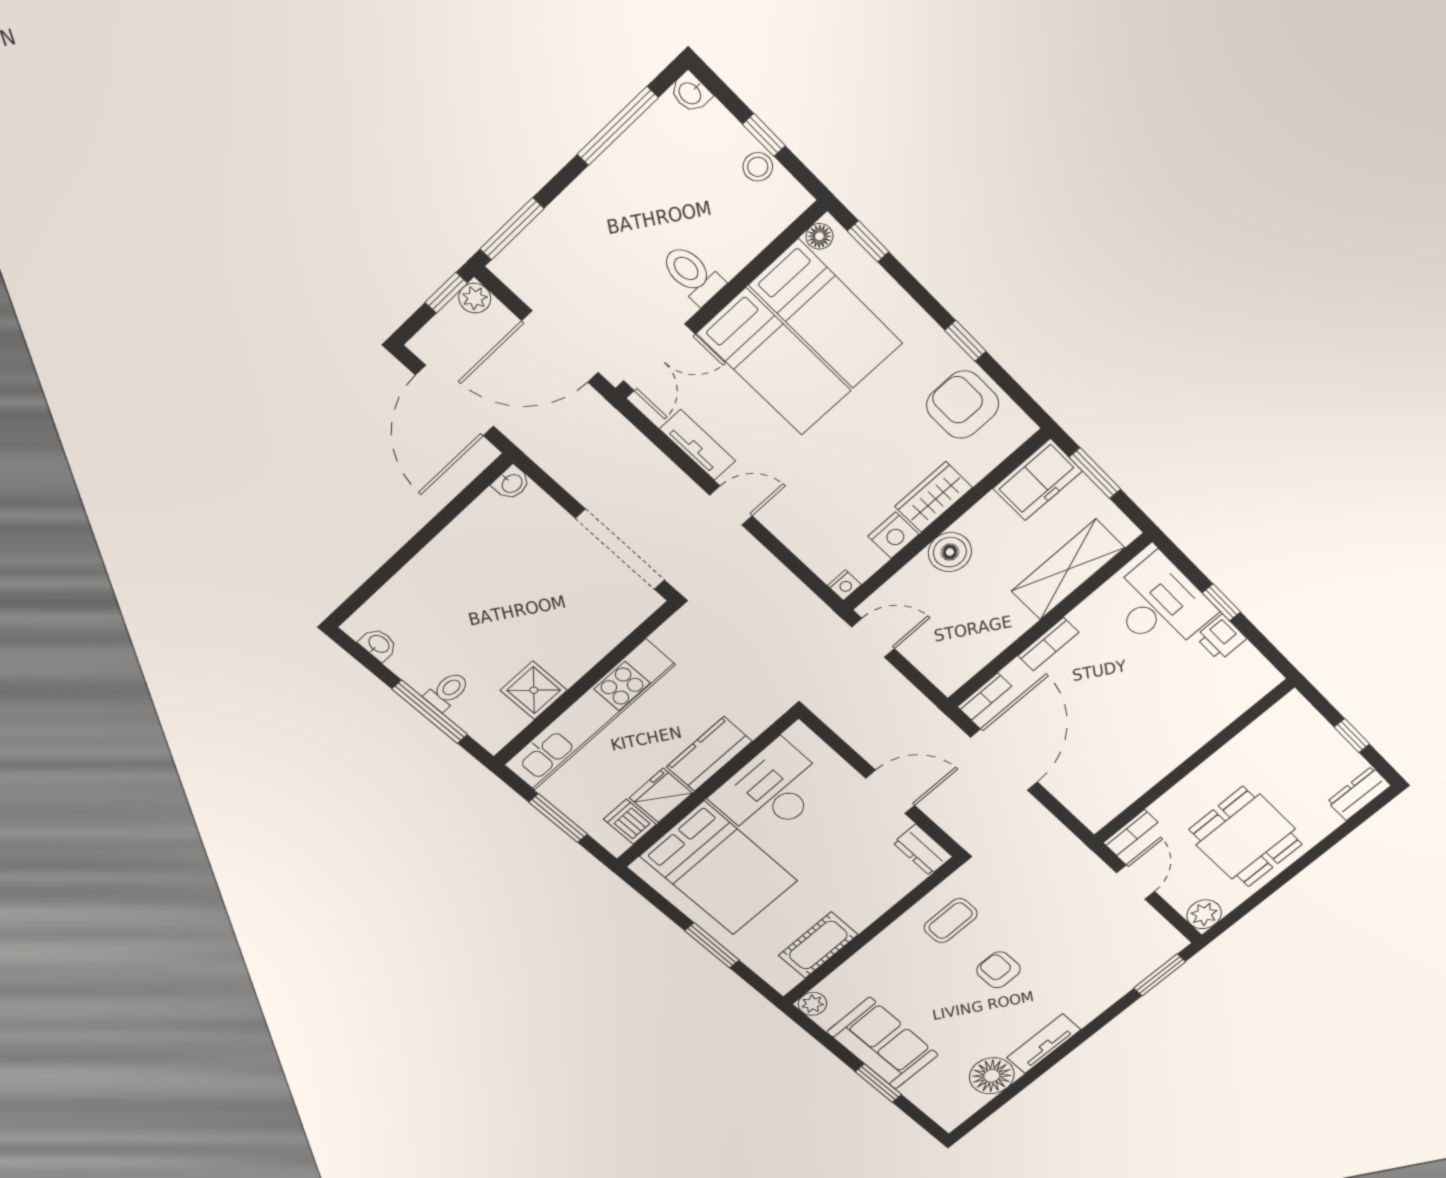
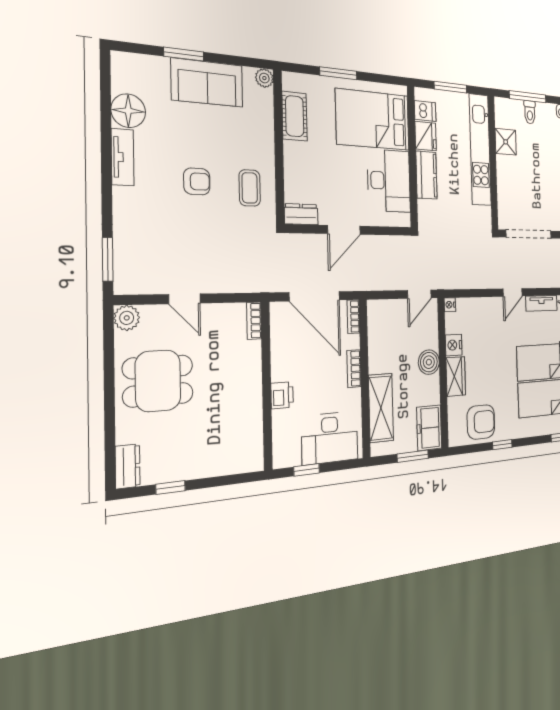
printer: (1221, 638) -> (282, 395), moved, turned 90
wall: (1193, 762) -> (267, 386), moved
bookcase: (1131, 832) -> (254, 321), moved

